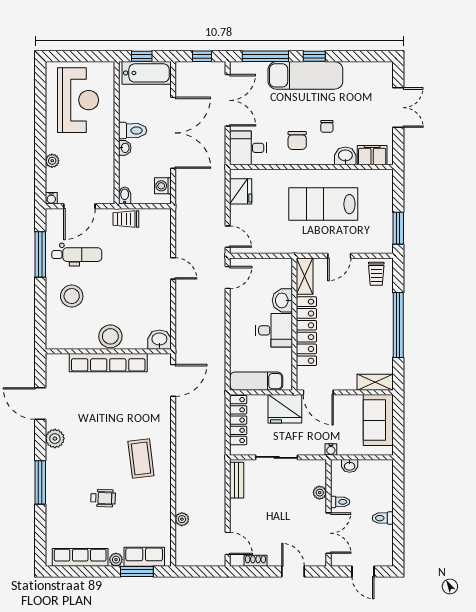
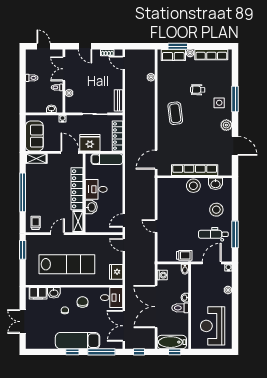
lab bench: (323, 204) -> (67, 264), width x1.36
washbasin: (159, 340) -> (216, 184), moved
side table: (67, 476) -> (219, 103), added

